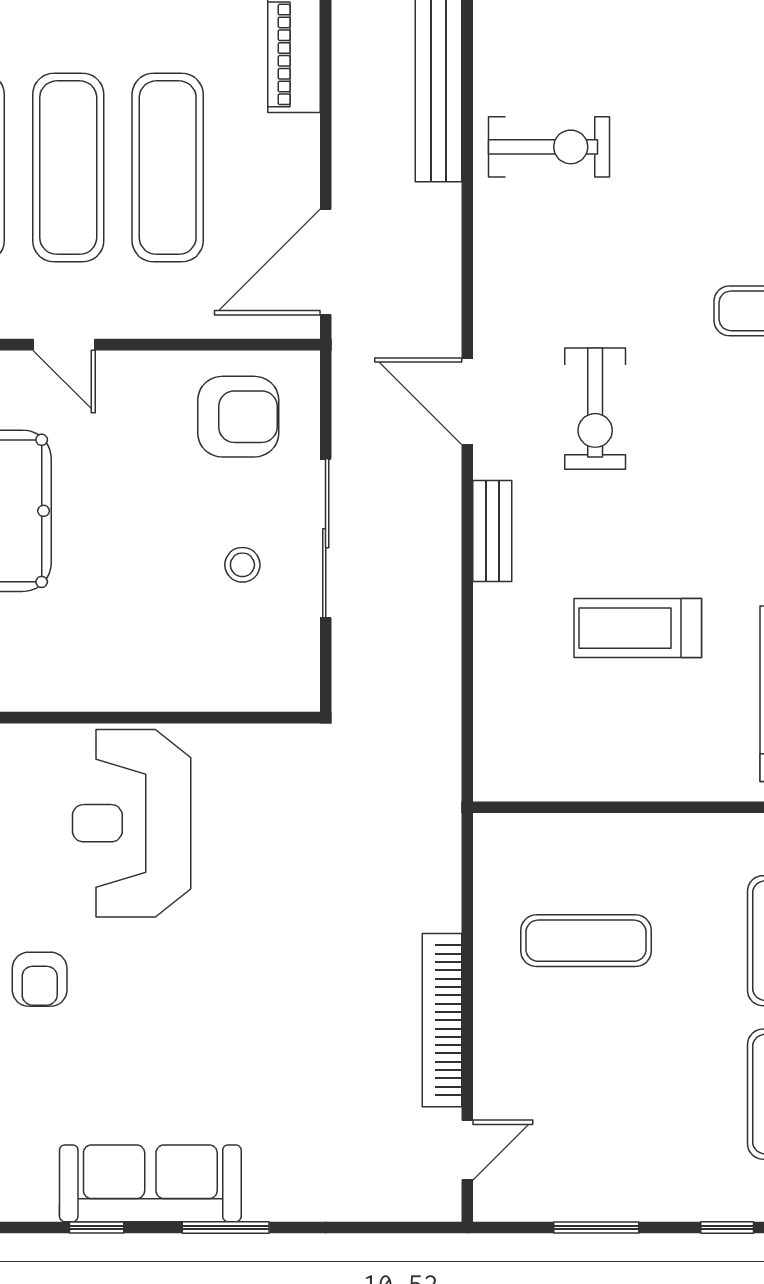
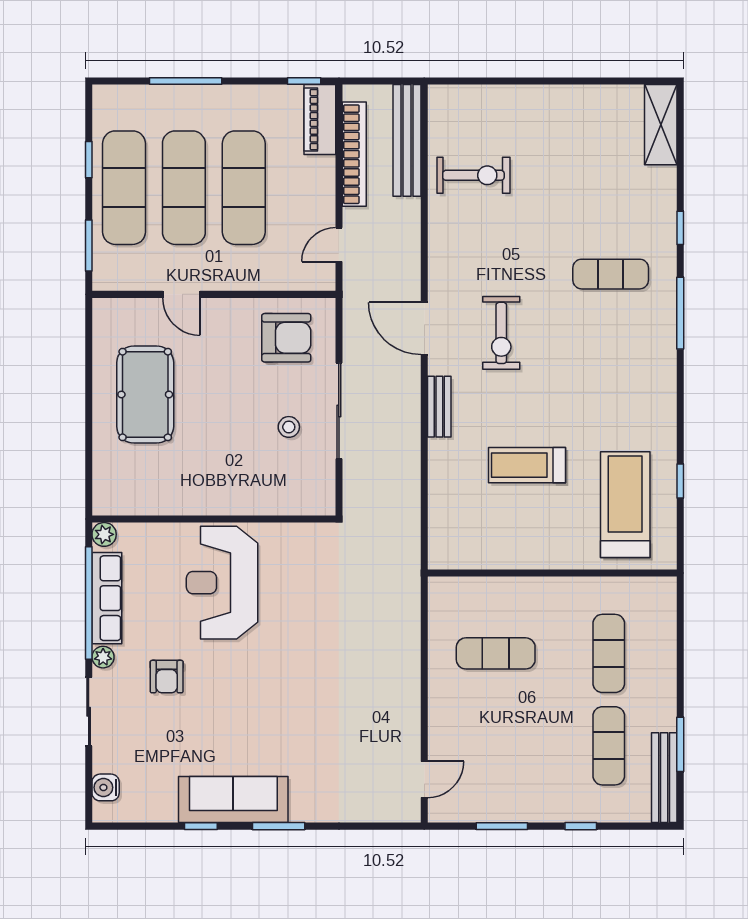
door: (326, 262) -> (339, 245), width x0.53
bookcase: (442, 1020) -> (354, 154), moved, turned 180

